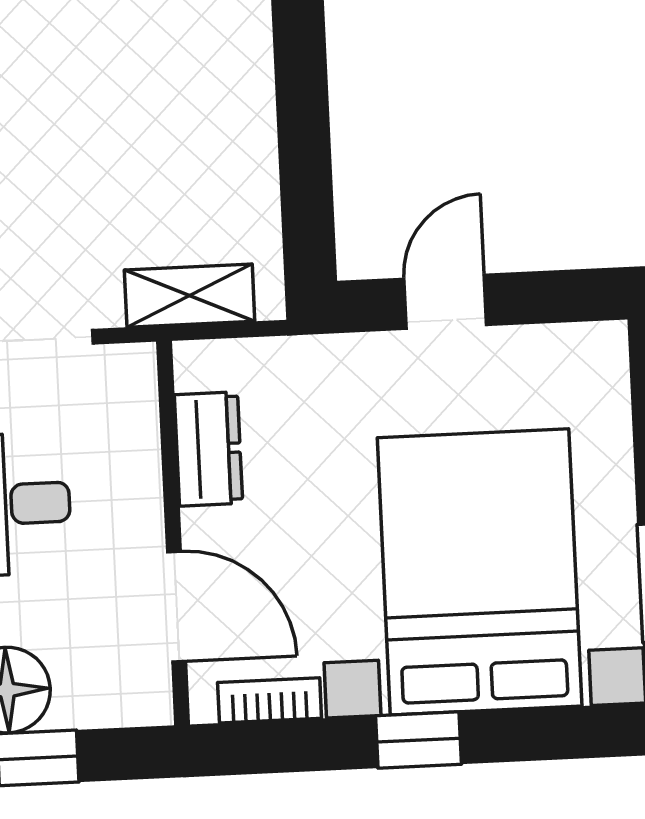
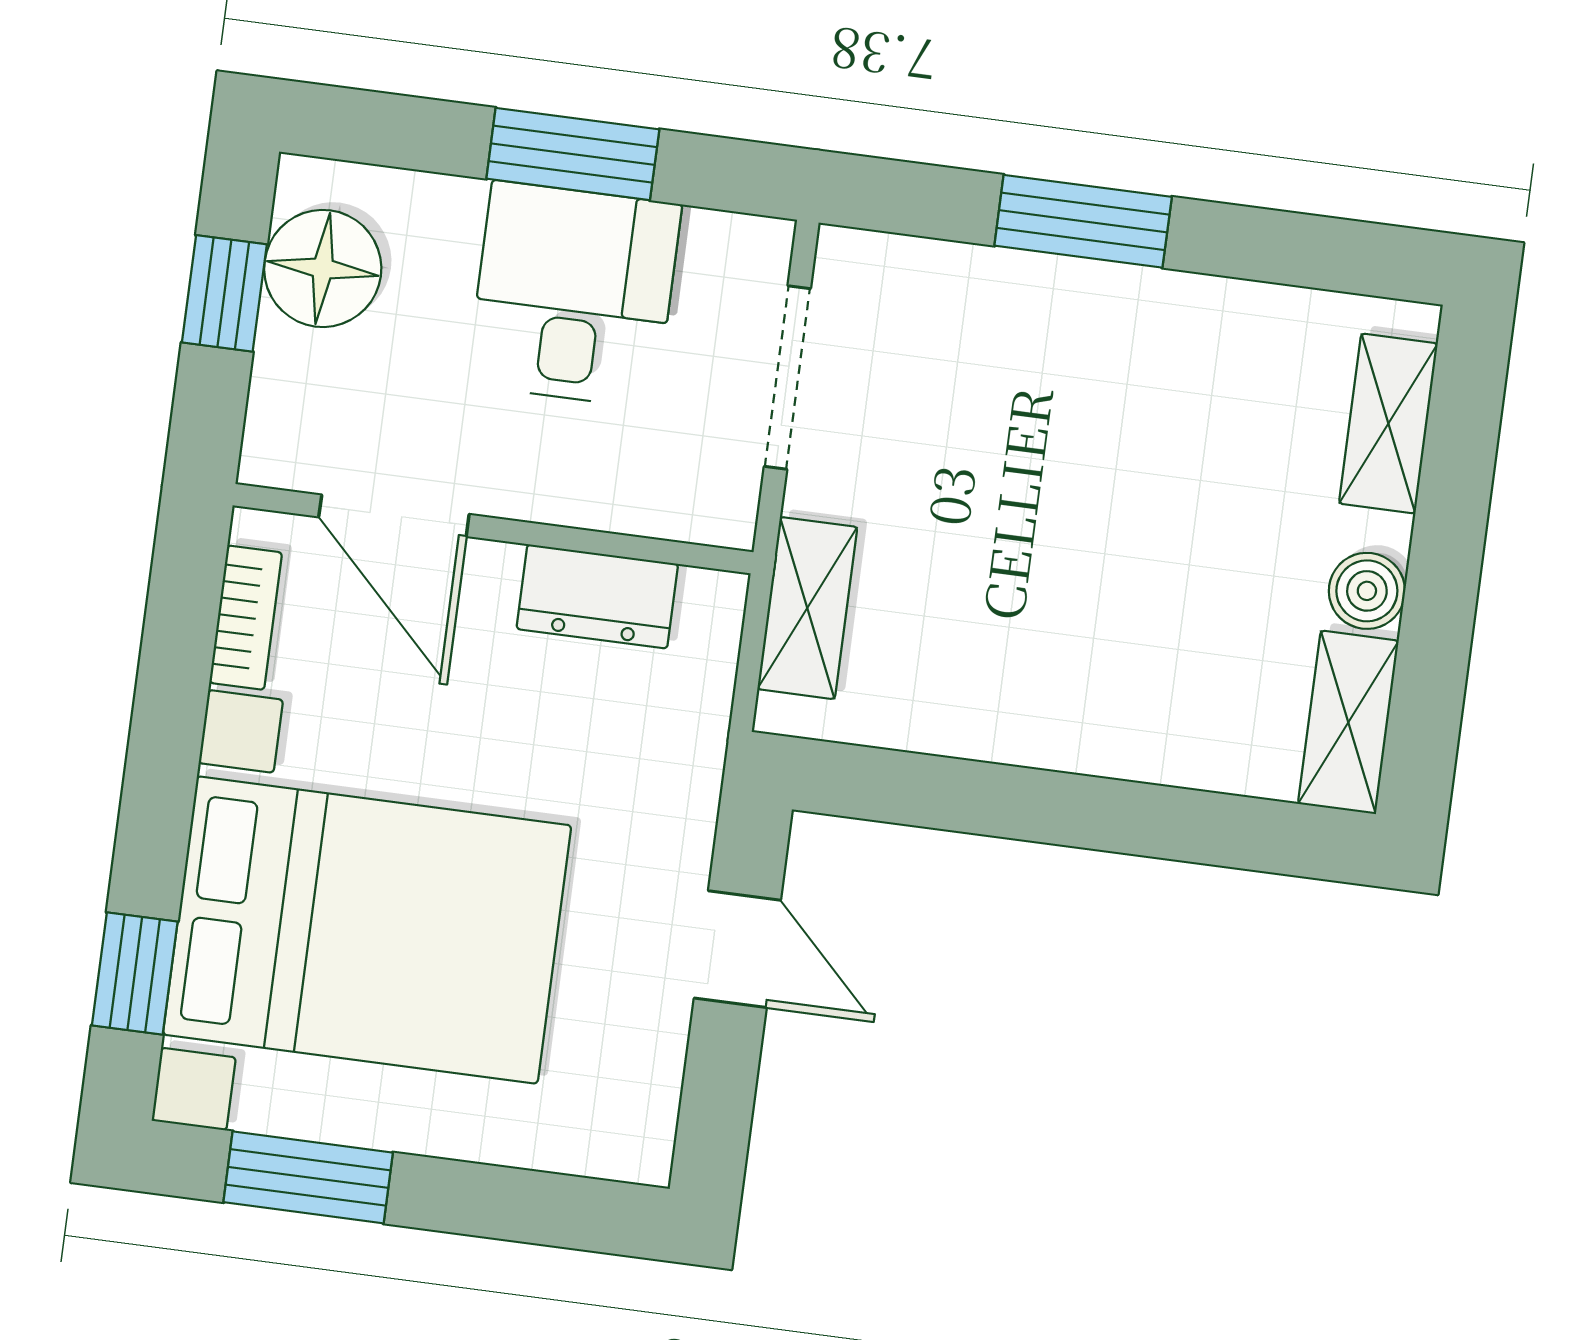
door: (177, 606) -> (394, 516), hinge flipped
window: (419, 740) -> (135, 974), moved

